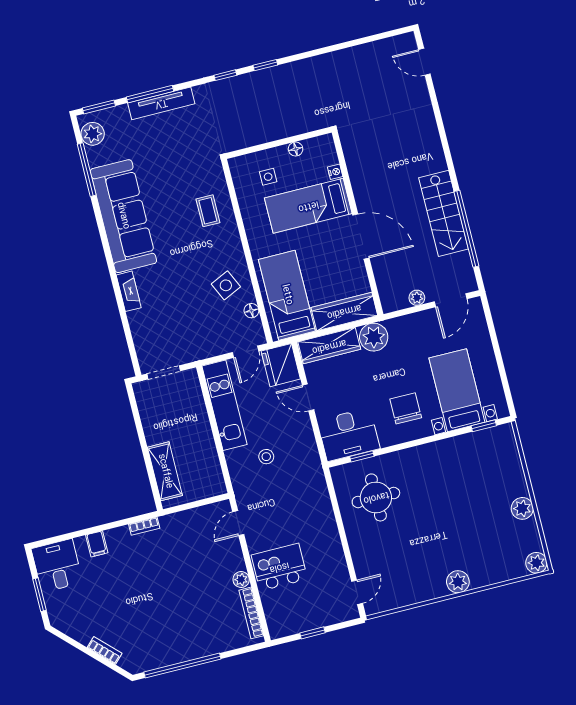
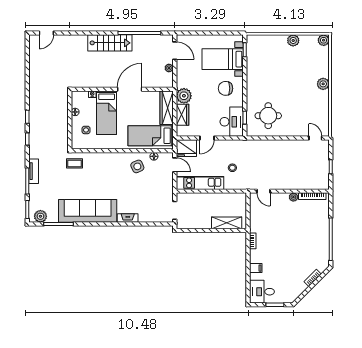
tv unit: (161, 103) -> (34, 171), width x0.71
coffee table: (208, 211) -> (74, 163), moved
stairs: (444, 213) -> (110, 43), moved
wardrobe: (329, 346) -> (183, 115), width x0.67
kitchen island: (279, 567) -> (292, 175), removed

